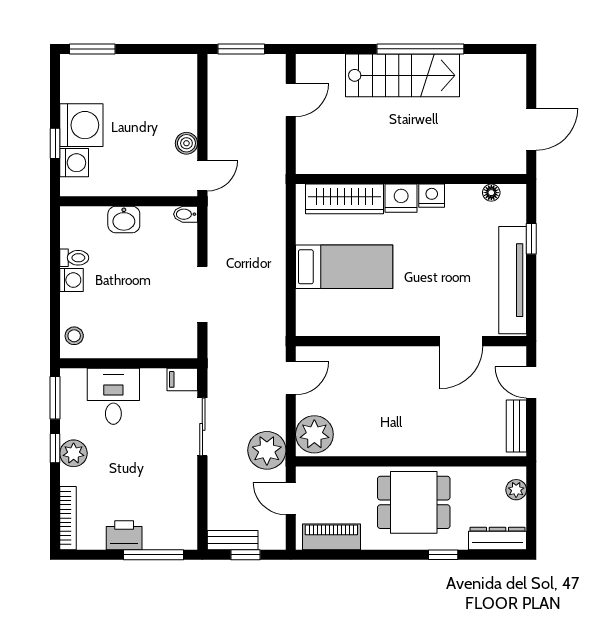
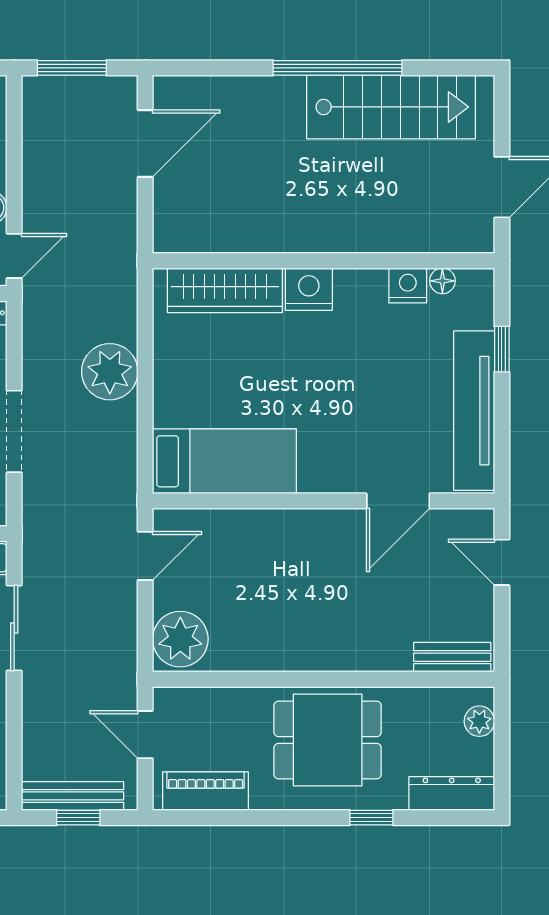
stairs: (402, 75) -> (391, 107), moved
door: (291, 100) -> (145, 144), width x1.38
nightstand: (432, 196) -> (408, 285), moved
bed: (344, 267) -> (224, 461), moved
bench: (516, 426) -> (452, 657), moved, turned 90
plant: (267, 450) -> (110, 372), moved
bench: (233, 540) -> (73, 796), width x1.36

